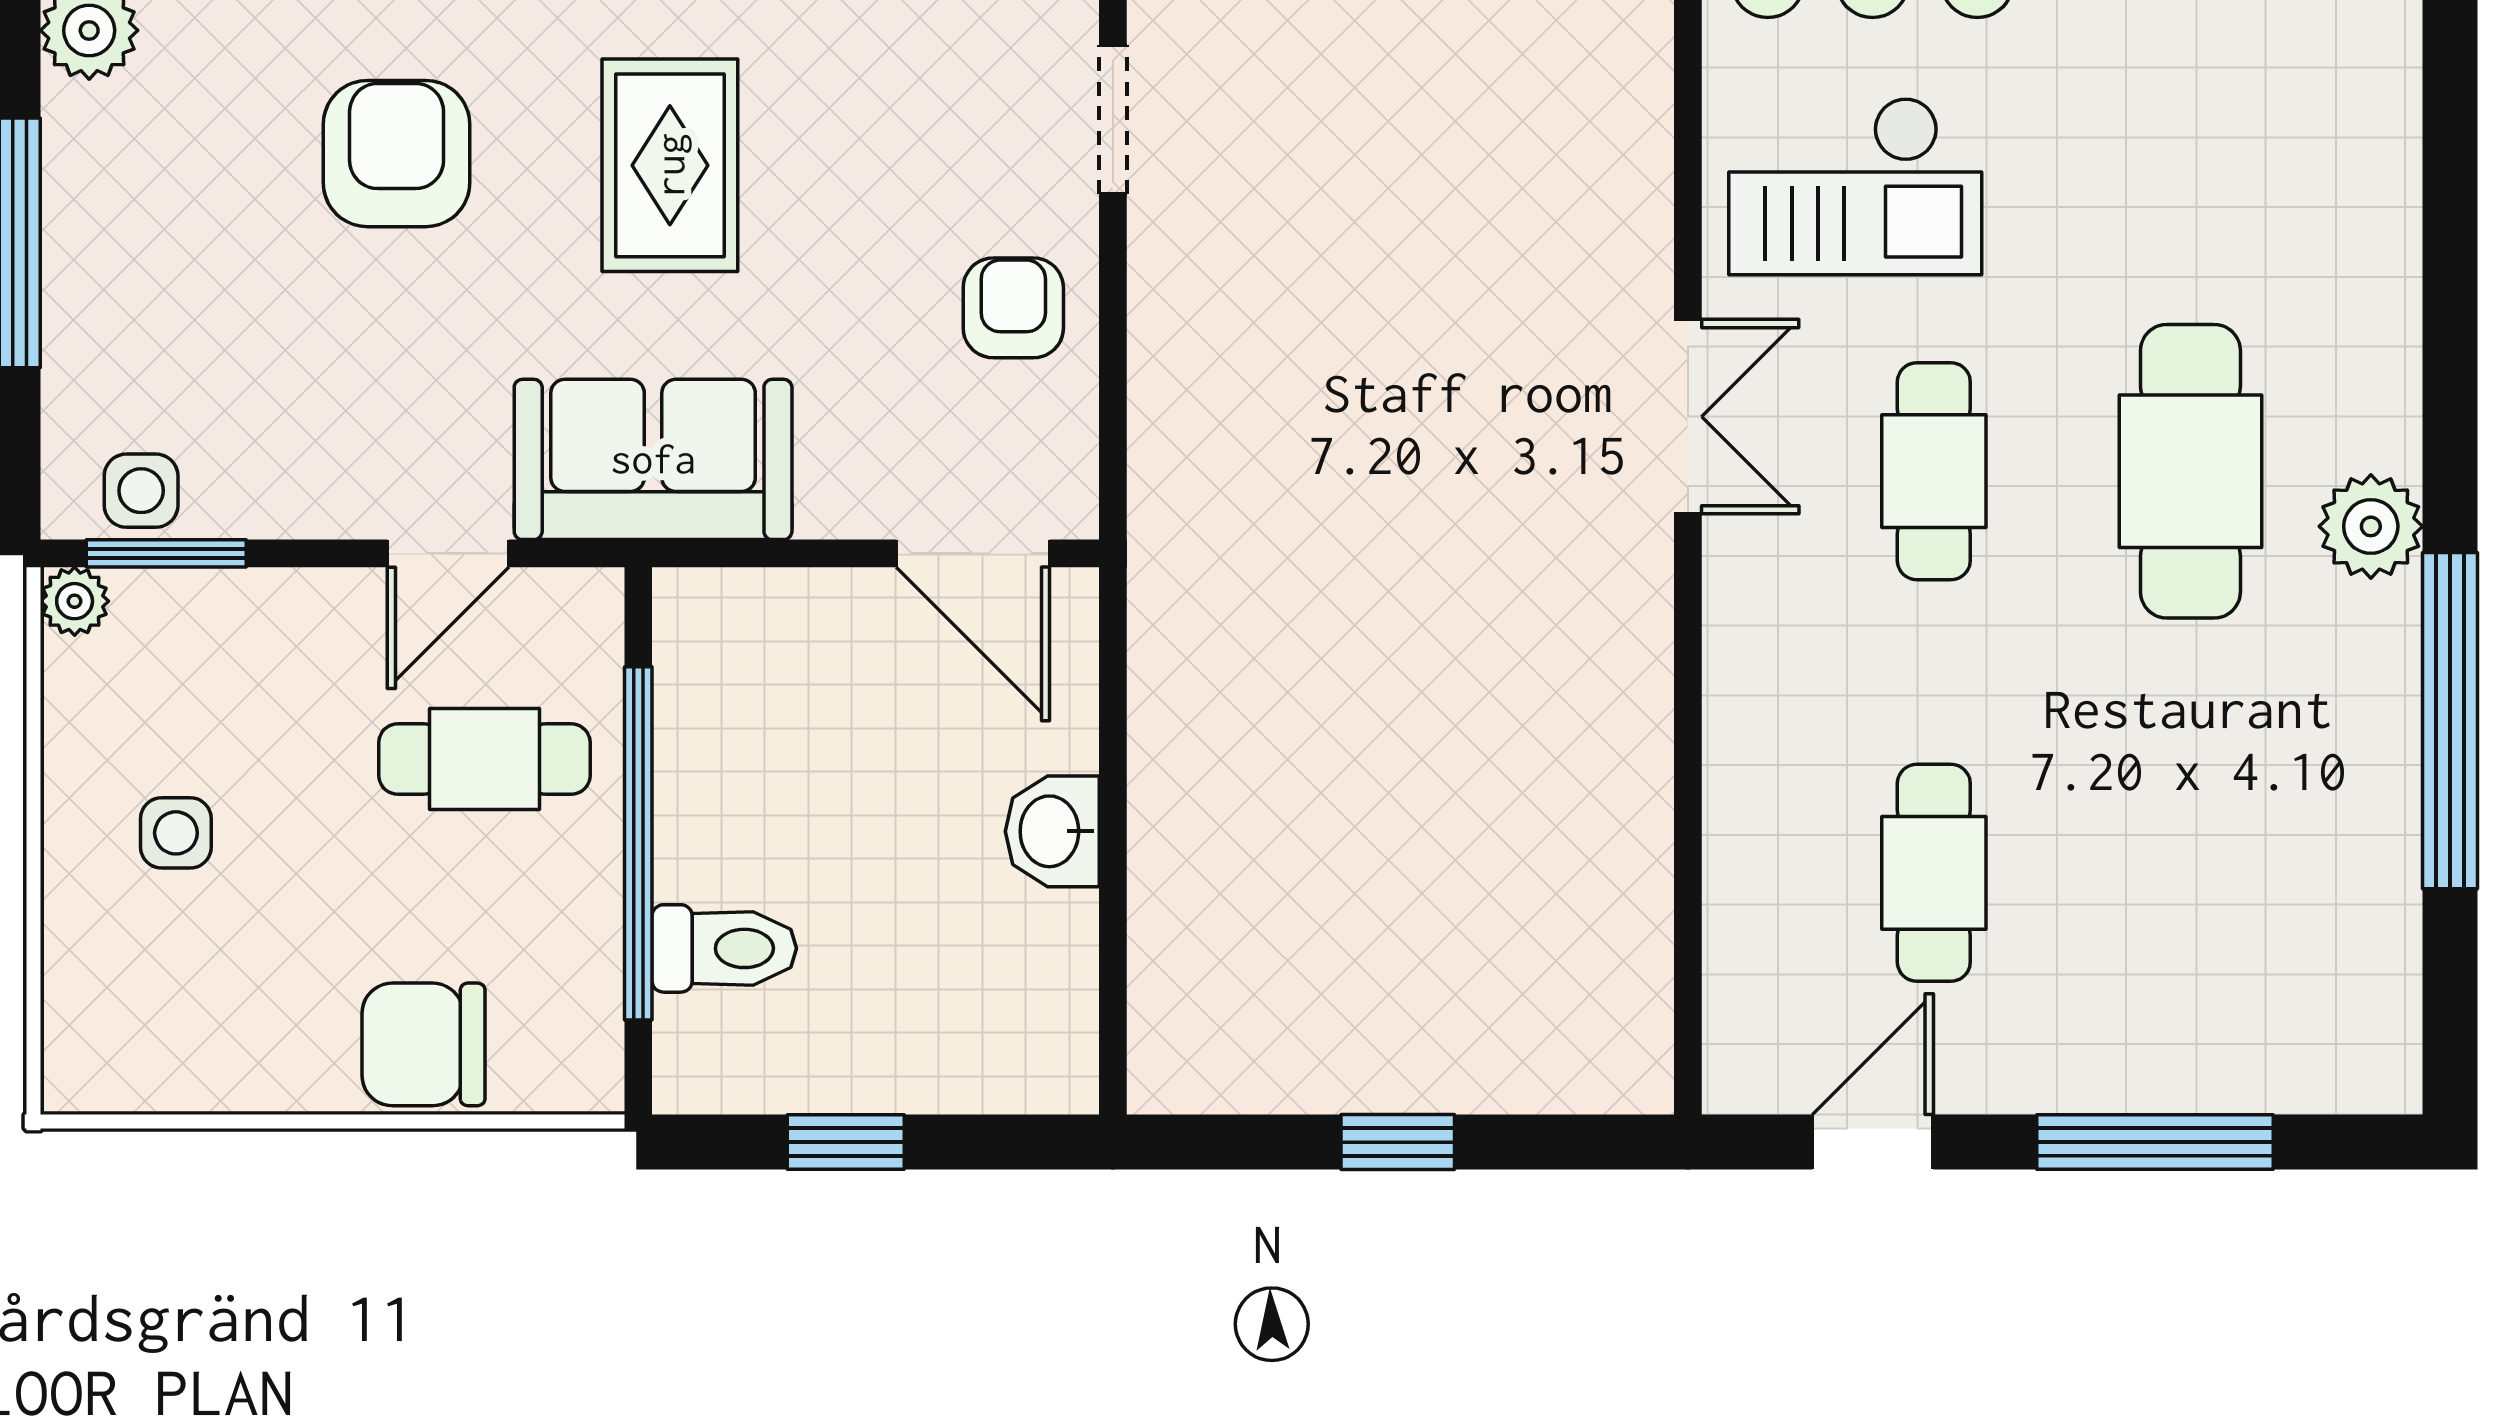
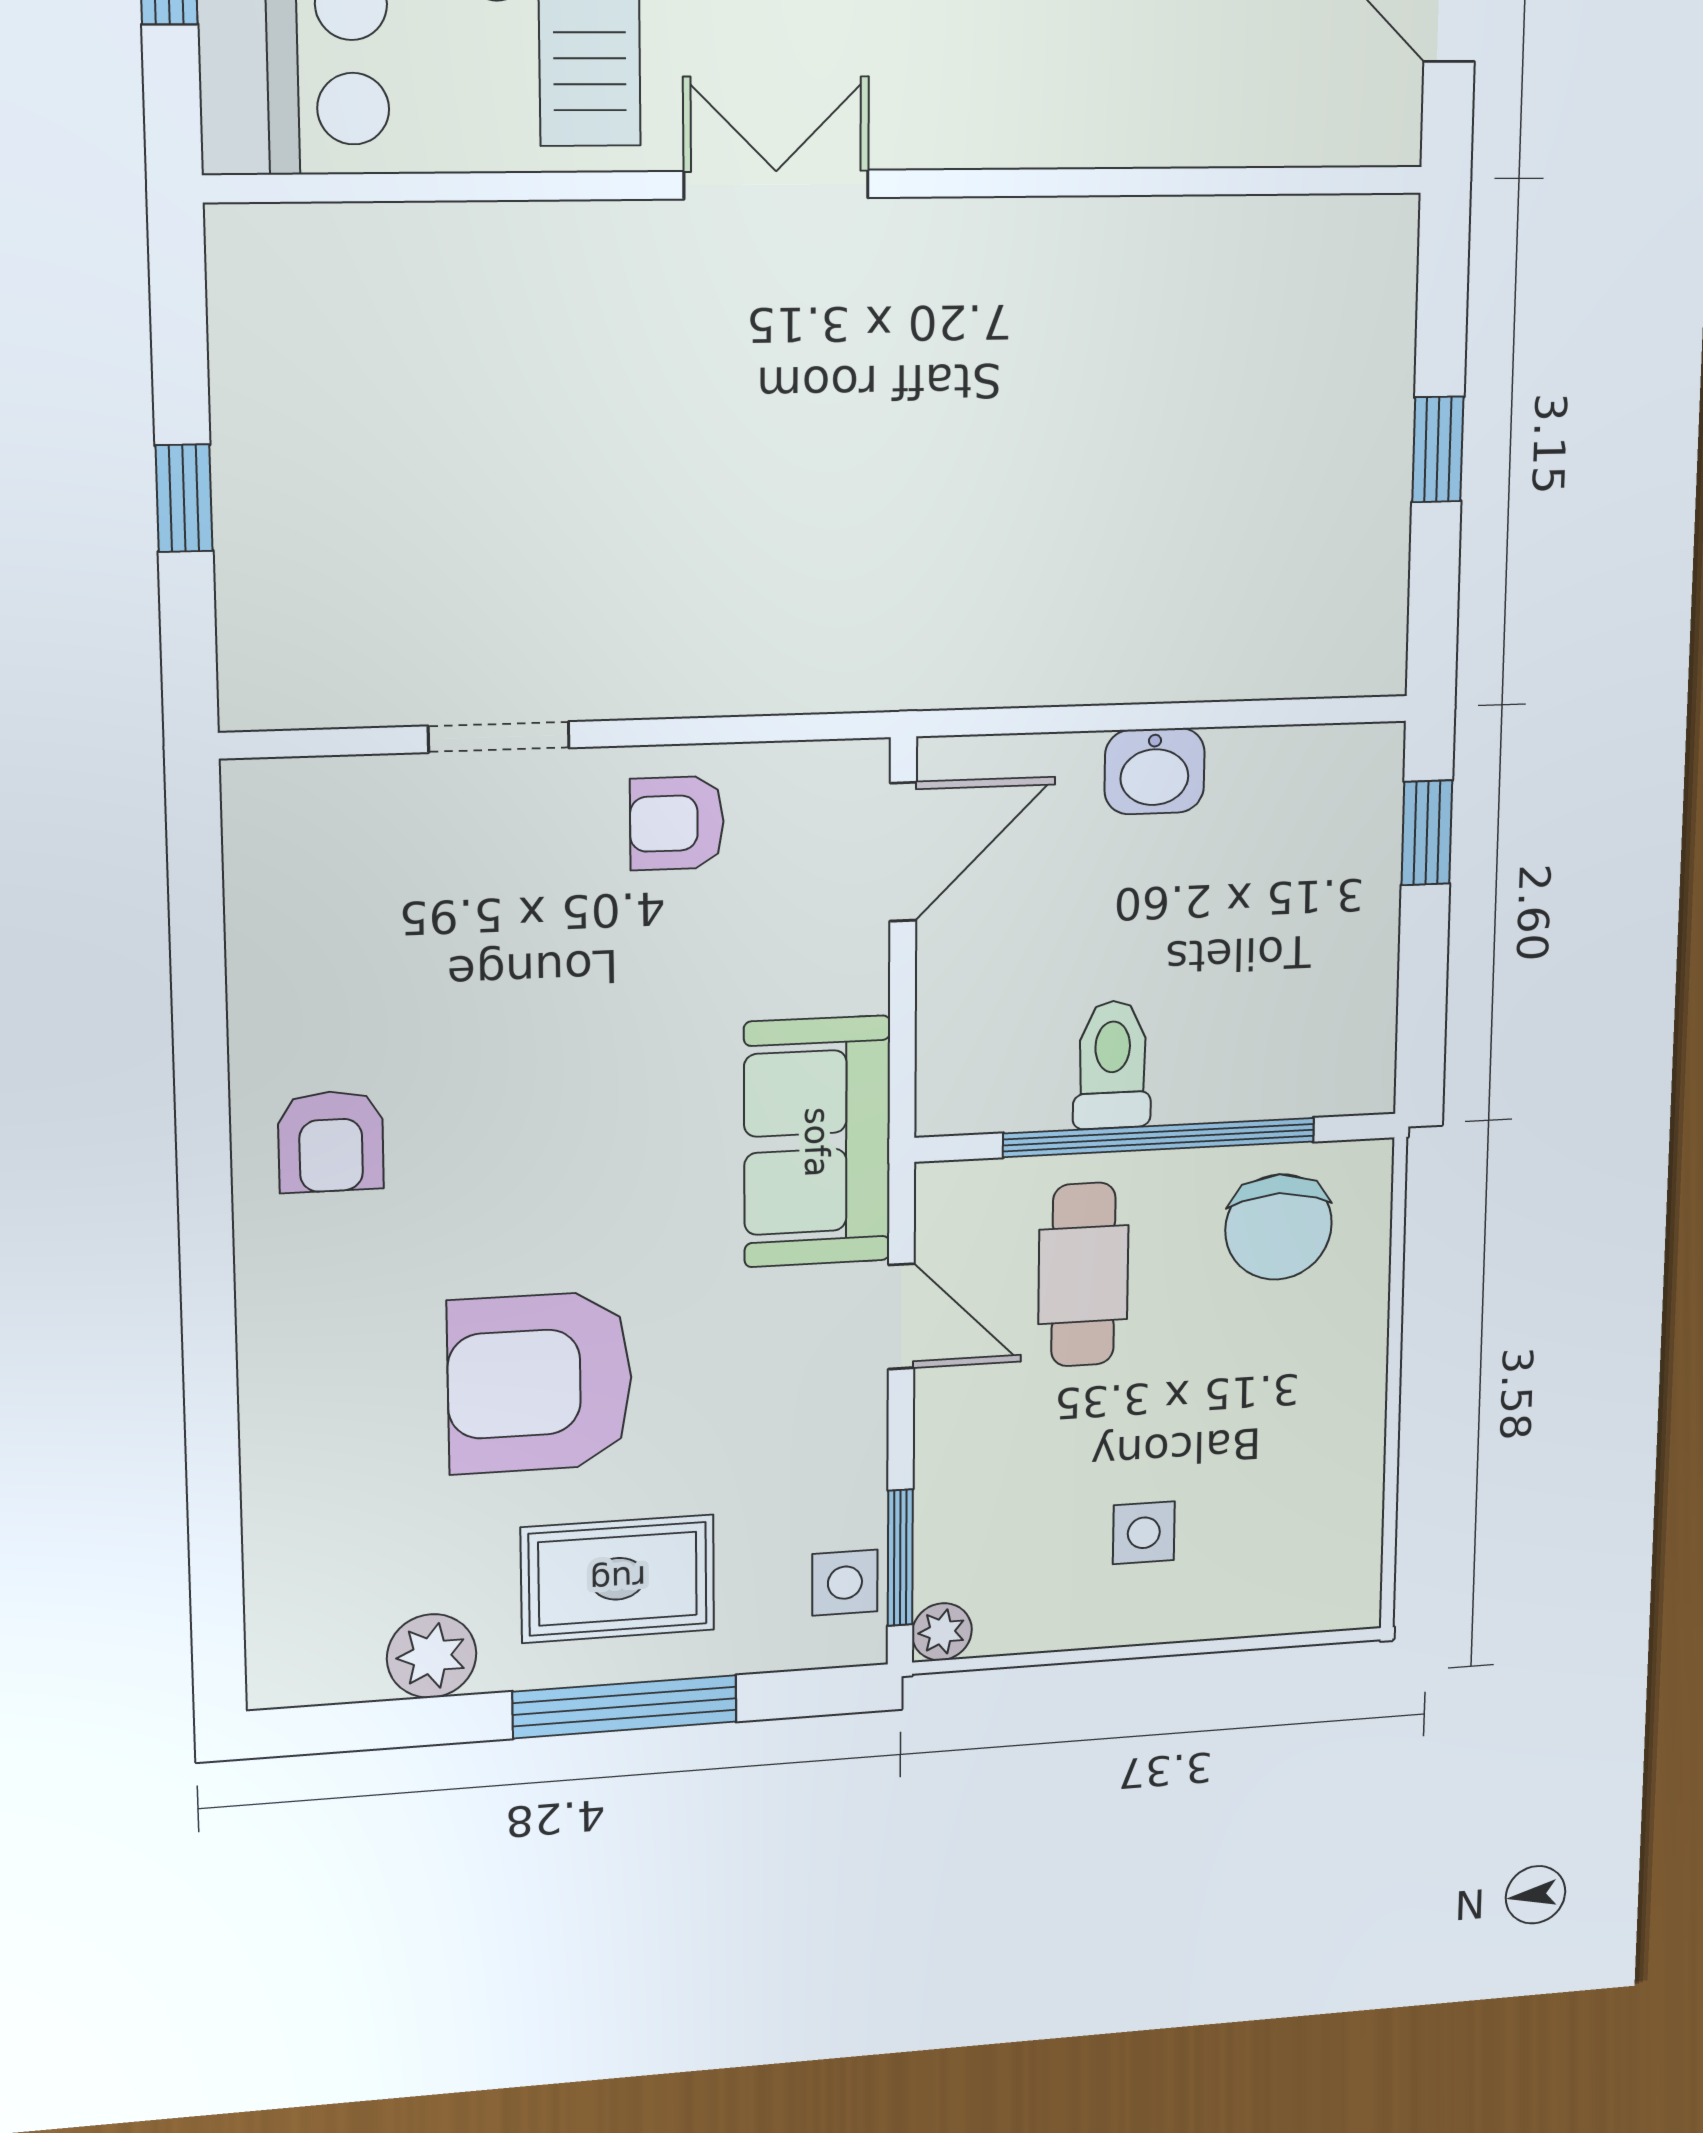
armchair: (397, 154) -> (540, 1383), width x1.36, depth x1.36
rug: (670, 165) -> (618, 1579), moved
toilet: (724, 948) -> (1112, 1065), moved
chair: (424, 1044) -> (1279, 1227), moved
window: (846, 1142) -> (1427, 833), moved

